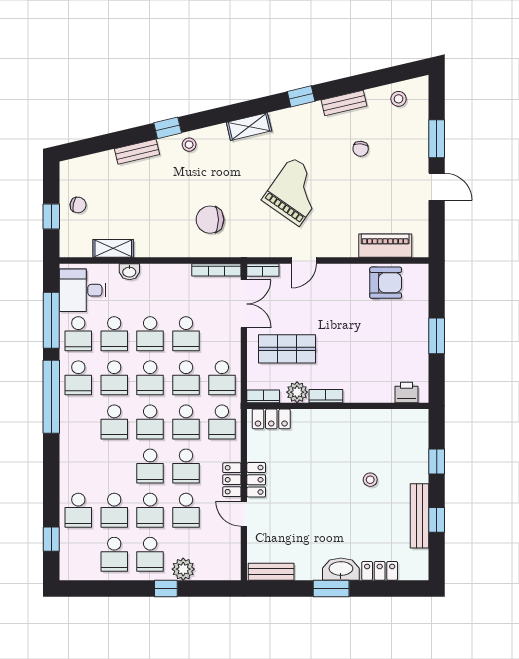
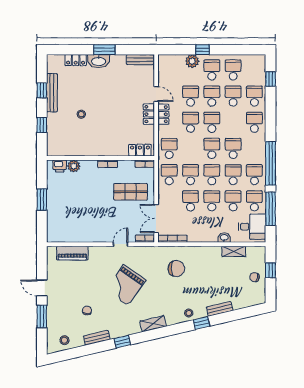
armchair: (386, 283) -> (72, 231), removed
plant: (297, 392) -> (74, 166), moved
school desk: (186, 422) -> (254, 122), moved

